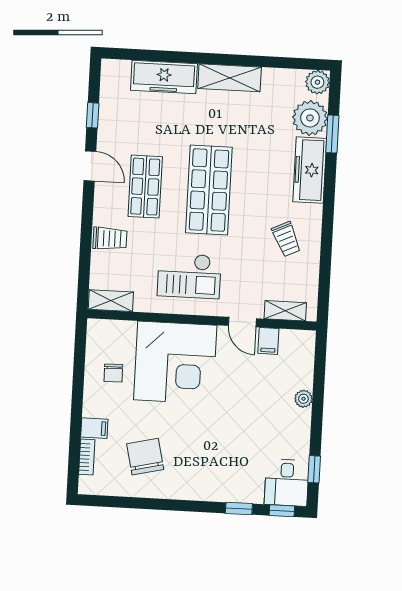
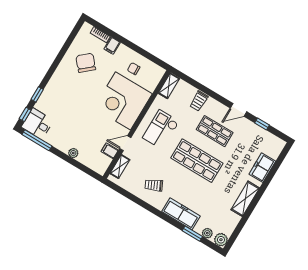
freezer: (164, 77) -> (262, 168), width x0.71
plant: (310, 118) -> (207, 233), width x0.53, depth x0.53
chair: (145, 457) -> (86, 63), turned -118
window: (314, 469) -> (37, 140), width x2.17

